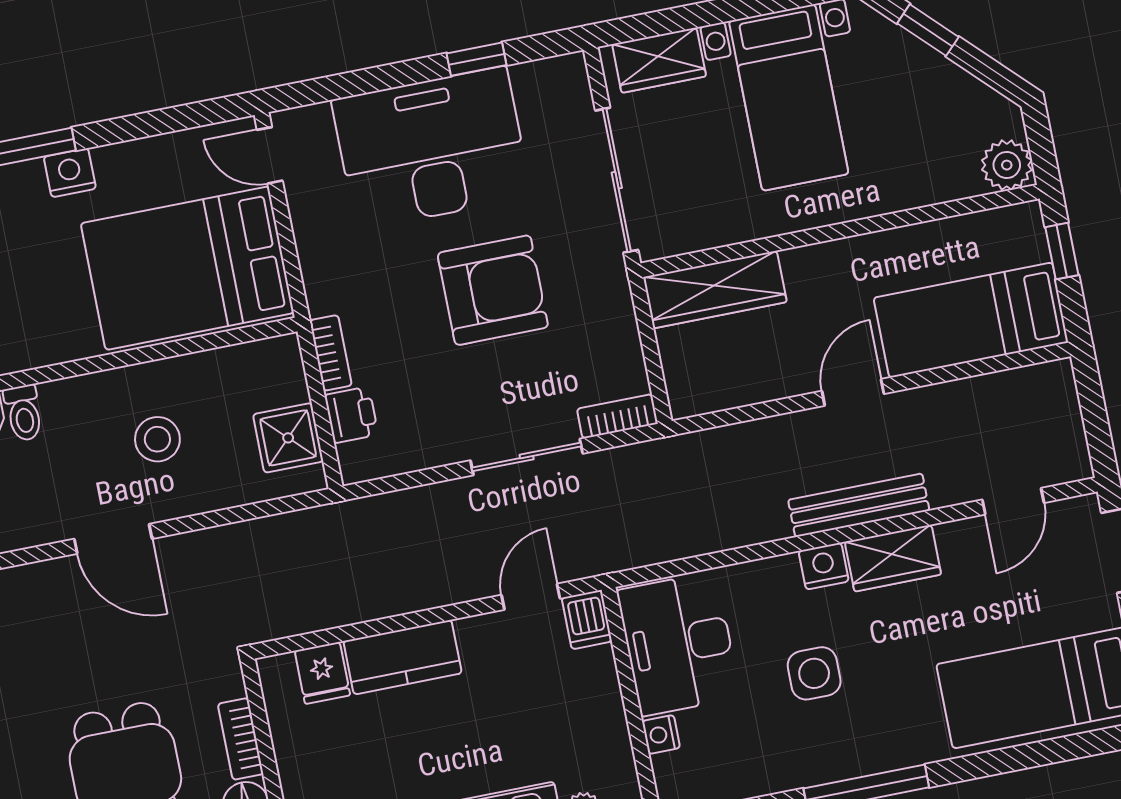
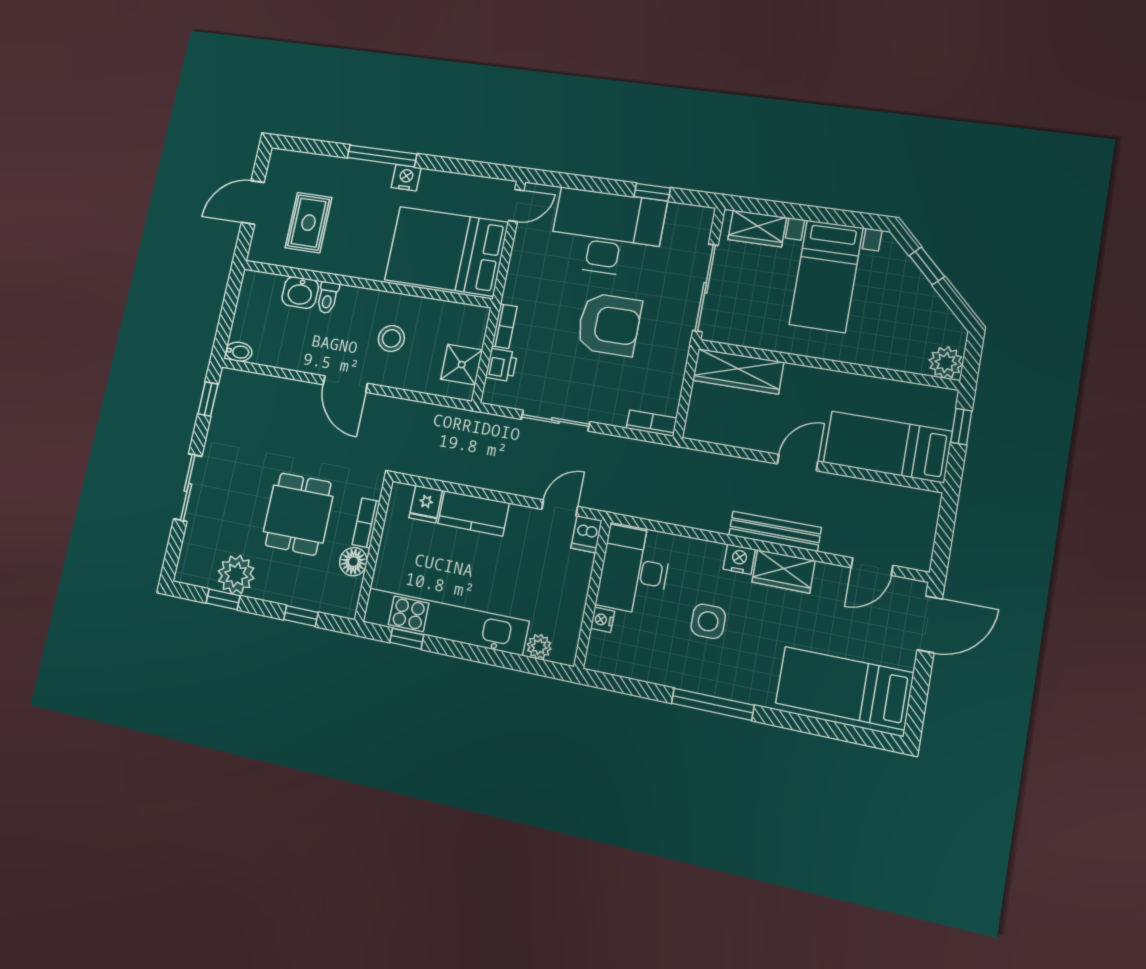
door: (270, 155) -> (516, 206), swing flipped
sliding door: (527, 457) -> (555, 421), moved

